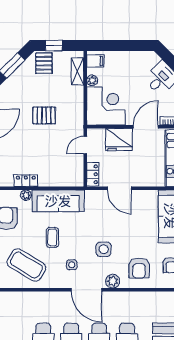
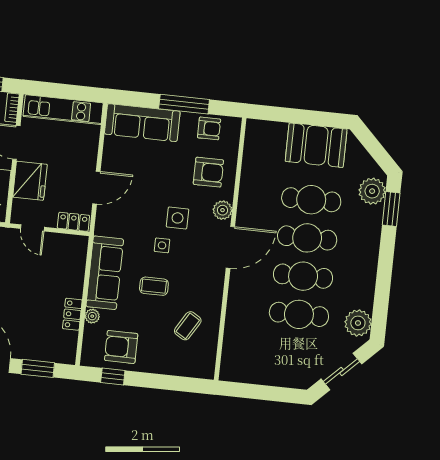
coffee table: (26, 265) -> (188, 326), width x0.54, depth x0.58
side table: (72, 265) -> (162, 245), moved

